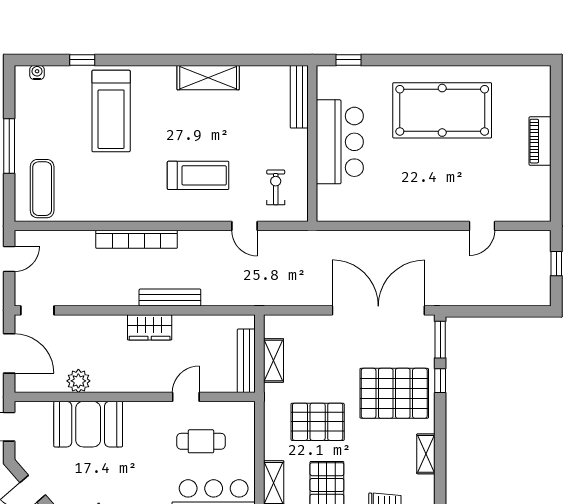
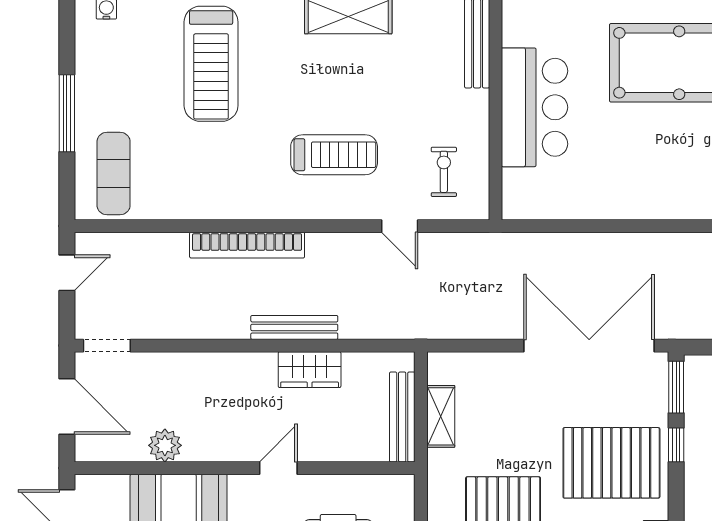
wardrobe: (150, 327) -> (310, 370), moved
door: (186, 397) -> (278, 468), moved

